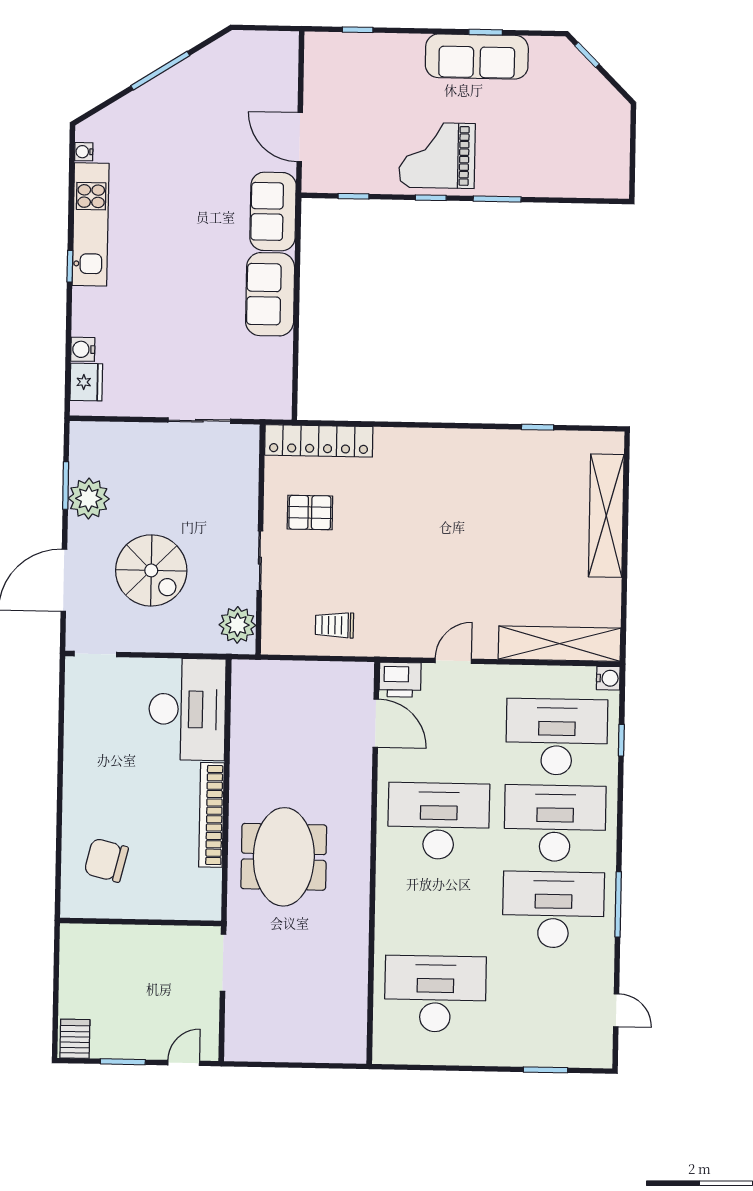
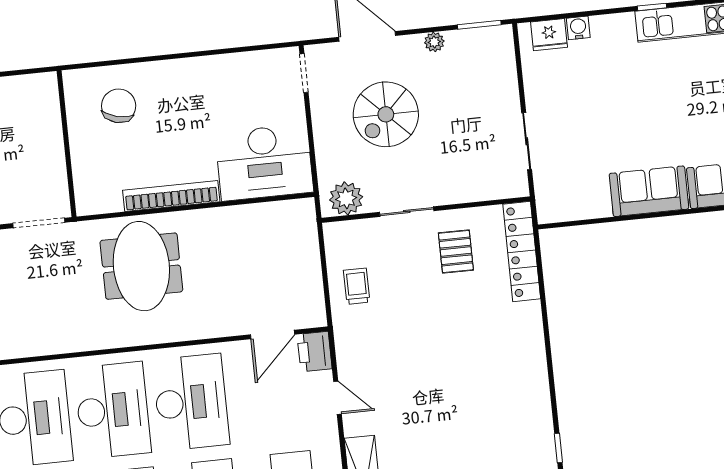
window: (66, 485) -> (479, 25), moved
plant: (89, 499) -> (434, 42), width x0.53, depth x0.53
meeting table: (284, 857) -> (141, 266), turned 90
desk: (437, 907) -> (113, 410), added

